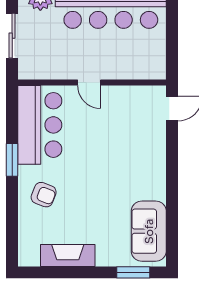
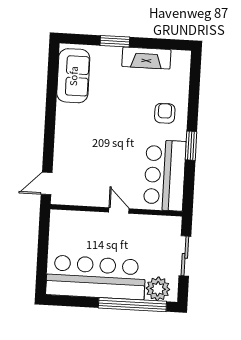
armchair: (44, 195) -> (165, 113), turned 69
window: (133, 272) -> (115, 41), moved

